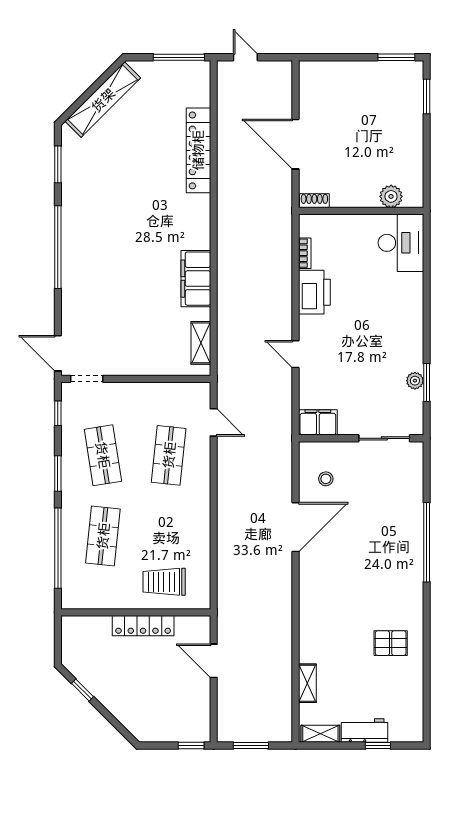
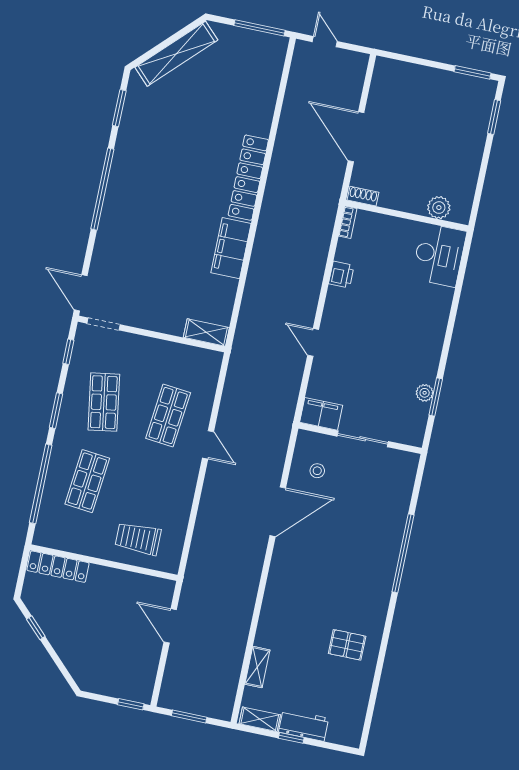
locker: (198, 150) -> (248, 178), moved
bookcase: (305, 253) -> (348, 222), moved
printer: (314, 292) -> (341, 275), width x0.53, depth x0.68
shelving: (201, 343) -> (206, 332), moved, turned 90
door: (214, 422) -> (208, 445), moved
sliding door: (384, 438) -> (363, 439), moved
locker: (143, 626) -> (58, 567), moved
window: (378, 746) -> (291, 738), moved

